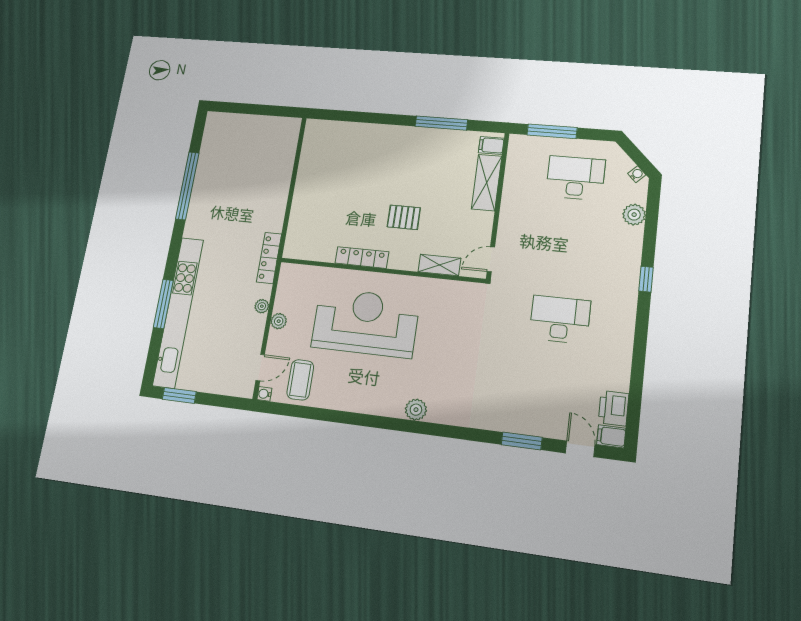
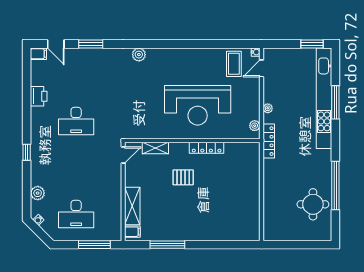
round table: (223, 163) -> (313, 204), added
plant: (279, 321) -> (255, 126), moved
printer: (614, 408) -> (39, 96), moved
plant: (416, 410) -> (139, 55), moved

